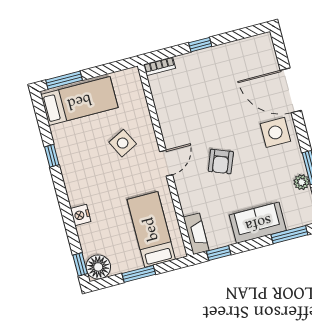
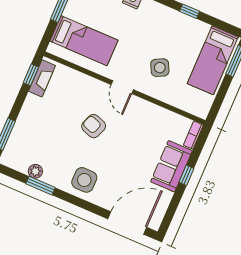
door: (291, 90) -> (127, 223), moved
sofa: (258, 223) -> (172, 166), moved, turned 180
fireplace: (196, 234) -> (42, 78), moved, turned -90

